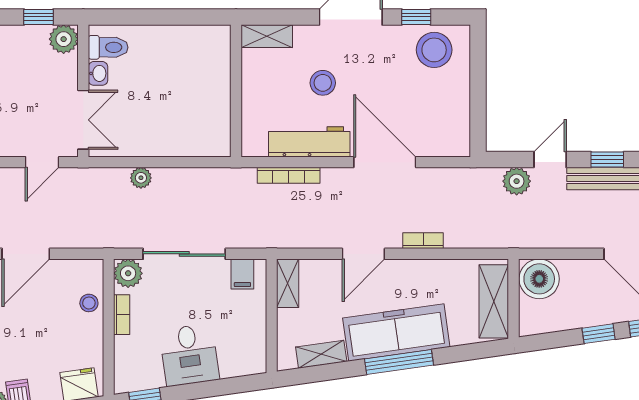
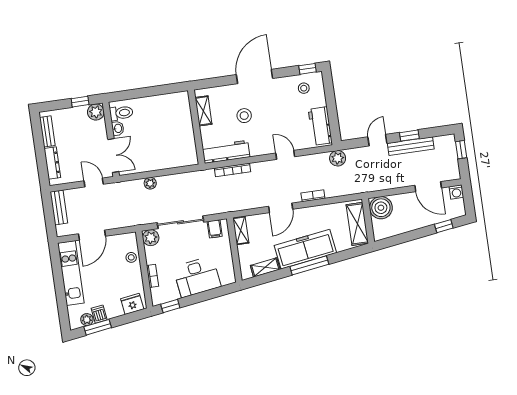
window: (416, 17) -> (308, 69), moved
shelving: (267, 36) -> (203, 111), moved, turned 90
stool: (434, 50) -> (304, 88), width x0.53, depth x0.53
workbench: (453, 120) -> (320, 126), added
workbench: (309, 142) -> (226, 152), moved
door: (42, 162) -> (94, 182), swing flipped
door: (385, 162) -> (285, 155), width x0.53
plant: (517, 181) -> (338, 158), moved
bookcase: (122, 315) -> (153, 276), moved
window: (599, 334) -> (419, 234), removed
desk: (189, 355) -> (197, 277), width x1.37

